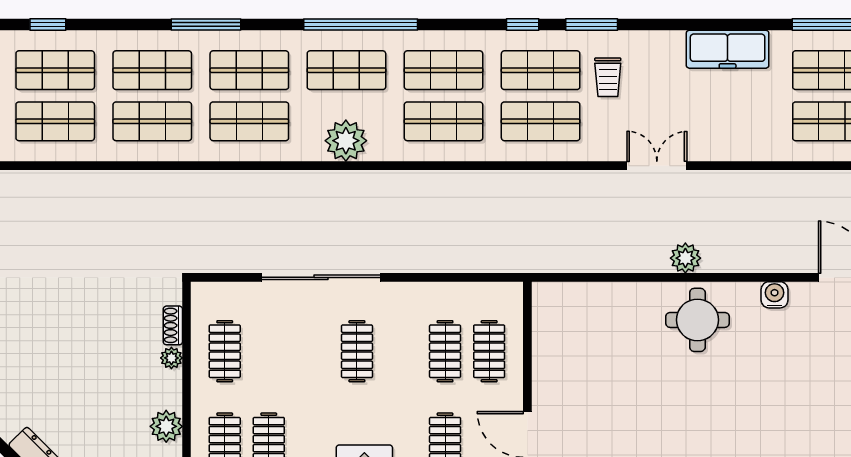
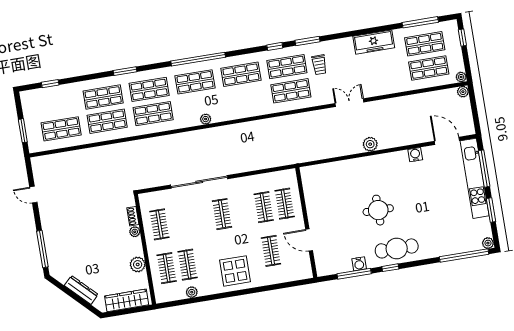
window: (206, 25) -> (125, 71), width x0.69
shop shelf: (55, 70) -> (57, 105), removed
shop shelf: (444, 121) -> (245, 98), removed
plant: (346, 141) -> (206, 119), width x0.53, depth x0.53
round table: (697, 320) -> (378, 210), moved

